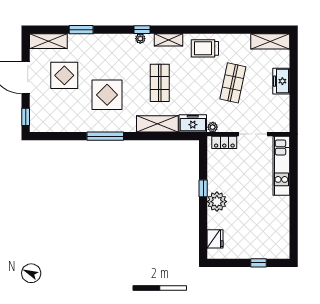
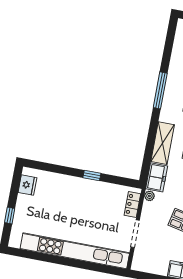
kitchen unit: (281, 166) -> (75, 251), width x1.86
plant: (217, 202) -> (77, 186), removed
fridge: (215, 239) -> (27, 185), moved, turned -90

